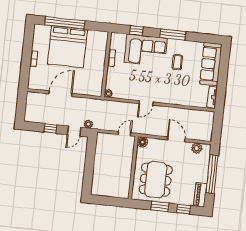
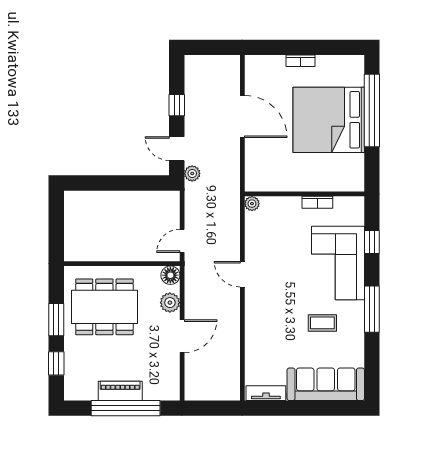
door: (124, 134) -> (182, 241), swing flipped
plant: (197, 148) -> (170, 303), moved
piano: (200, 195) -> (120, 391), moved

